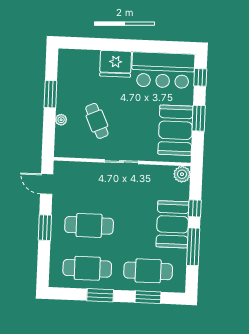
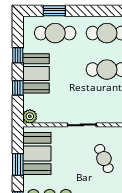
window: (193, 247) -> (18, 55), width x0.46
window: (100, 295) -> (95, 11), removed

